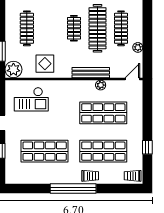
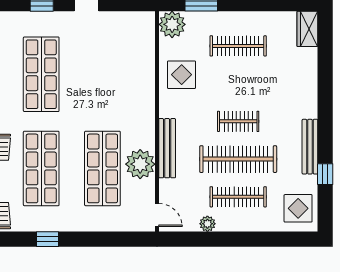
plant: (101, 85) -> (140, 164), width x1.87, depth x1.87
checkout: (31, 99) -> (124, 53), removed

